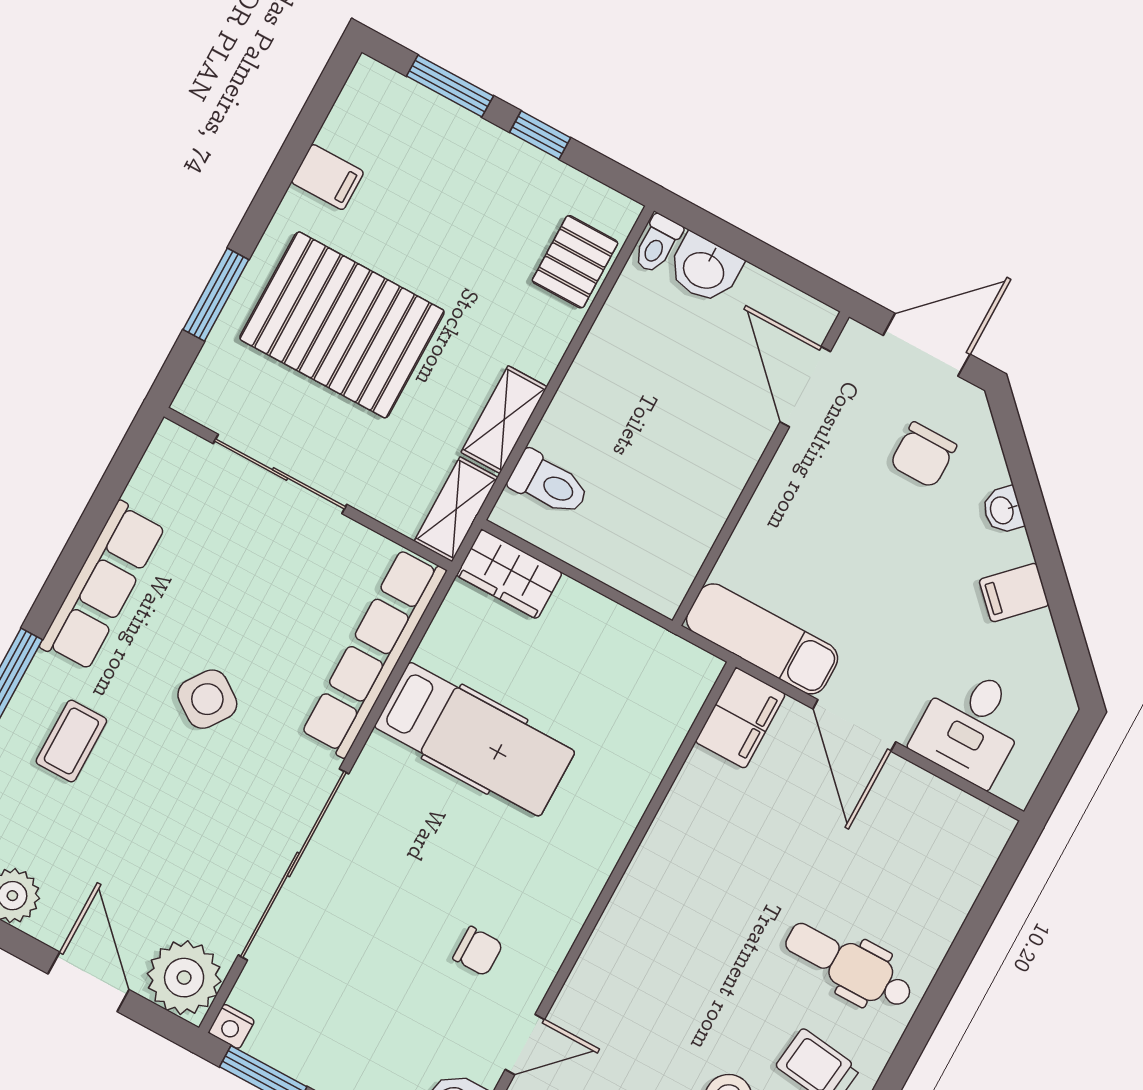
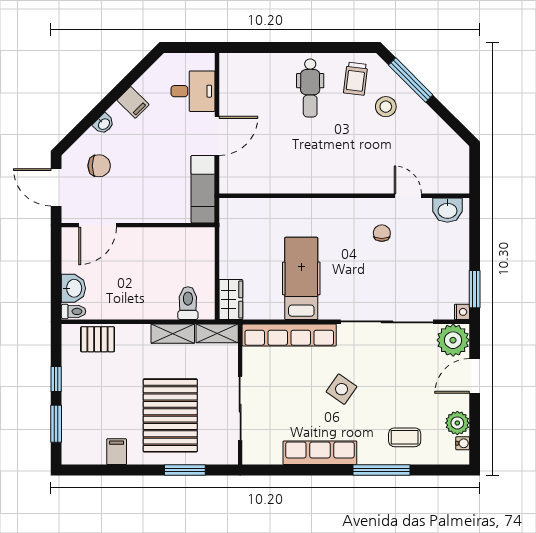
filing cabinet: (740, 718) -> (238, 181), removed
coffee table: (71, 741) -> (405, 437), moved

